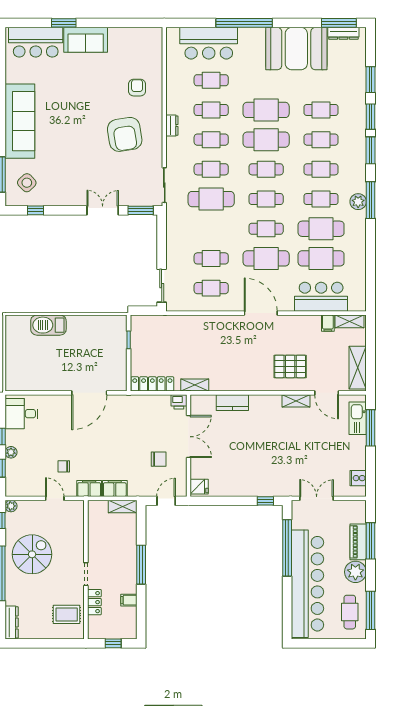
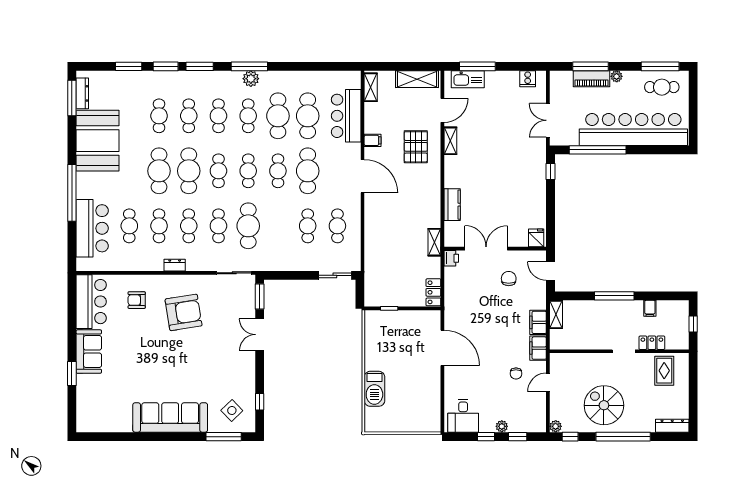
bar counter: (36, 42) -> (91, 302), moved
door: (261, 313) -> (363, 176), swing flipped
filing cabinet: (328, 323) -> (373, 140), moved
locker: (152, 384) -> (433, 292), width x0.66
plant: (355, 572) -> (617, 76), width x0.53, depth x0.53

